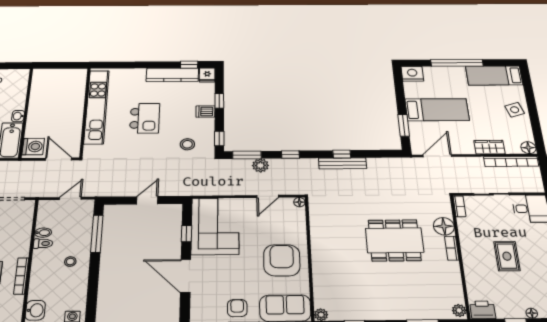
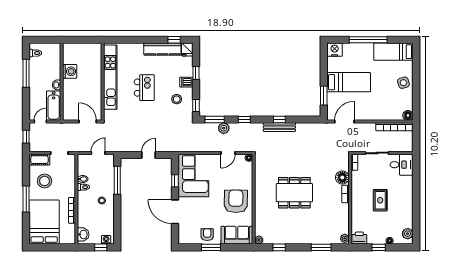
stool: (187, 144) -> (177, 99), moved
washing machine: (33, 146) -> (70, 71), moved
wardrobe: (489, 147) -> (381, 115), removed
dining table: (395, 240) -> (294, 193), moved

